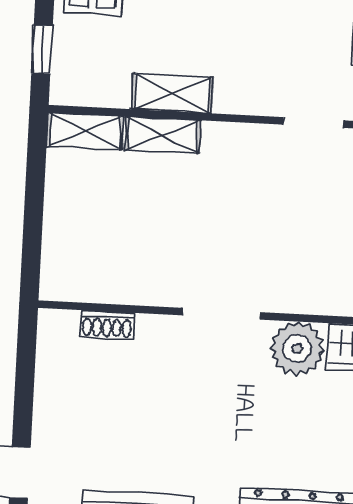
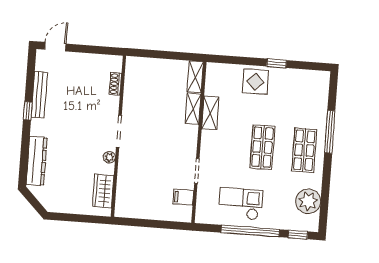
window: (42, 50) -> (229, 60), removed
plant: (297, 349) -> (109, 157), width x0.53, depth x0.53

